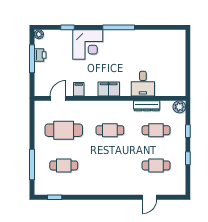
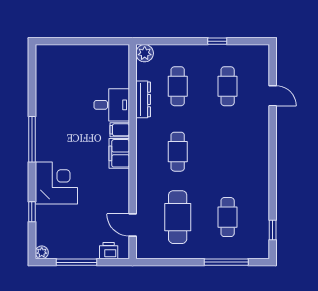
printer: (40, 55) -> (109, 251), moved
filing cabinet: (79, 89) -> (120, 130), moved
window: (188, 131) -> (179, 41), removed

